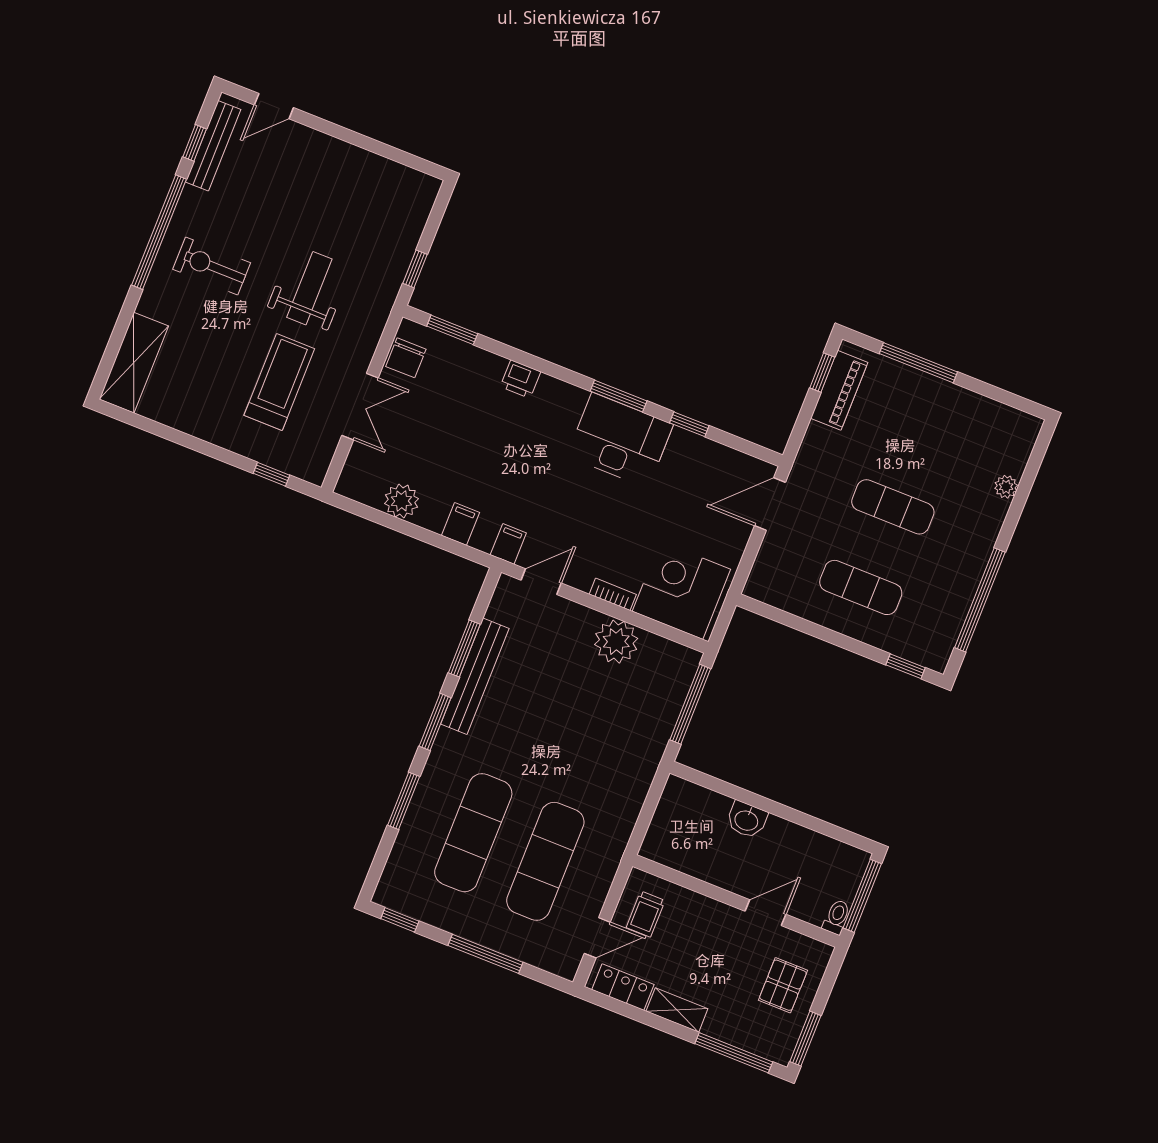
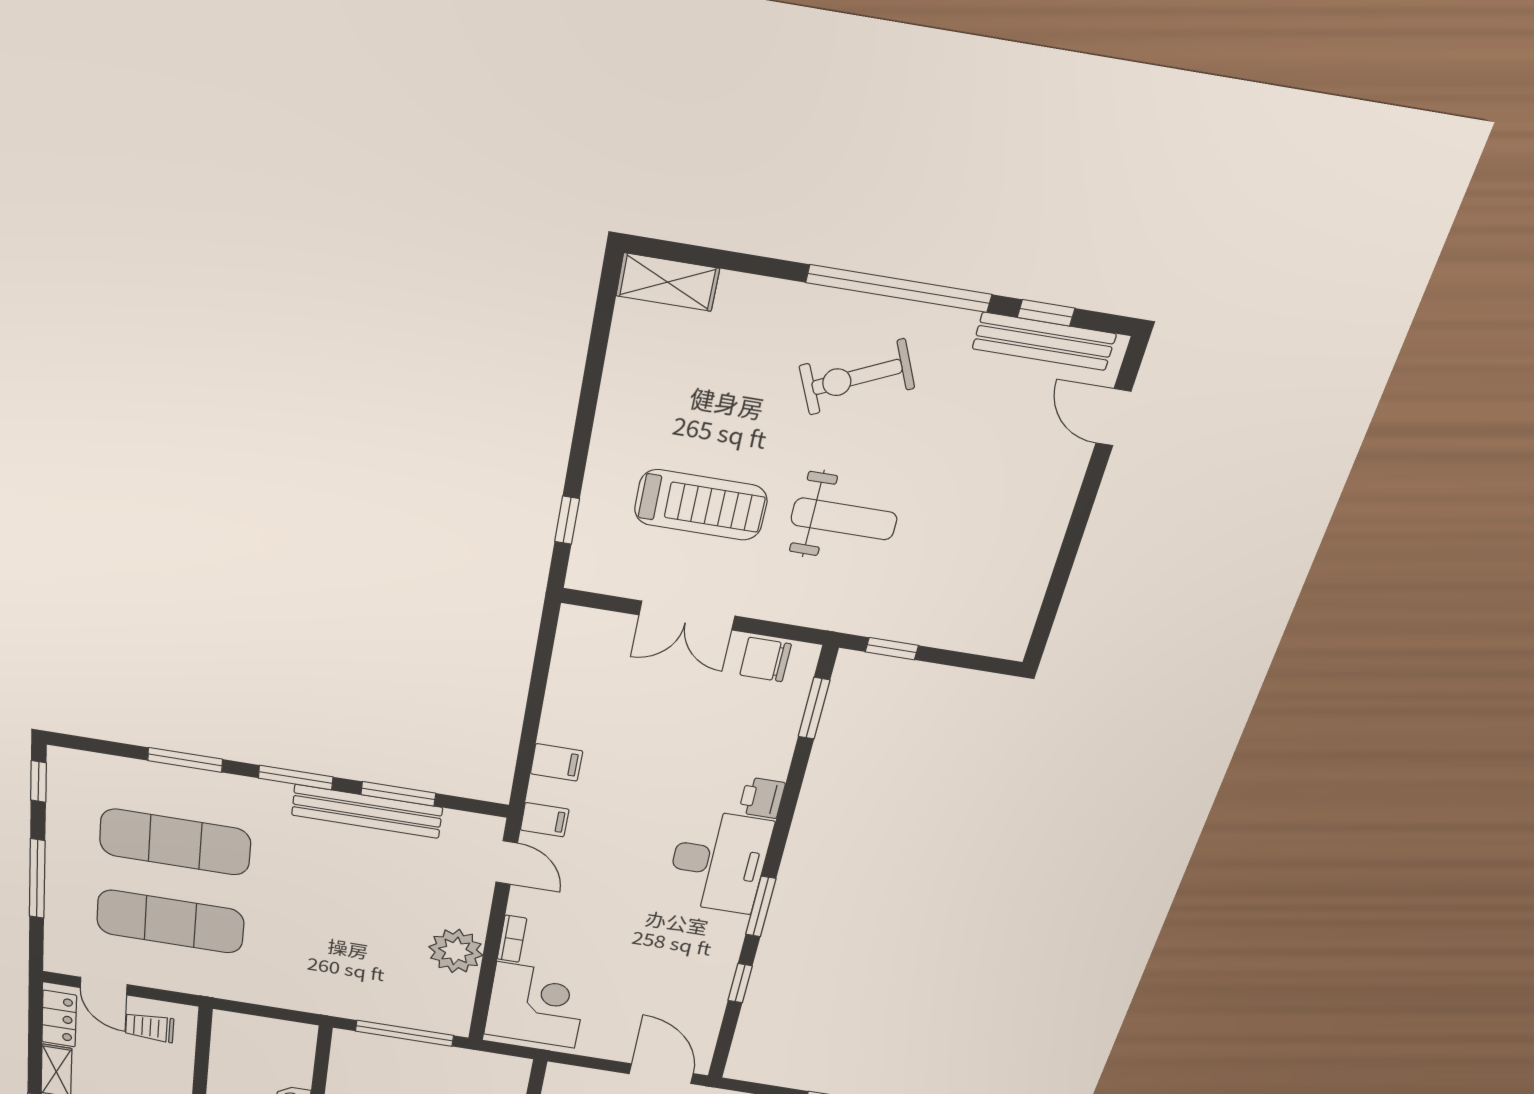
exercise bike: (212, 266) -> (857, 377), turned -115
shelving: (134, 363) -> (668, 282), width x0.67, depth x0.75
desk: (620, 440) -> (719, 862), moved
plant: (401, 501) -> (570, 689), removed

